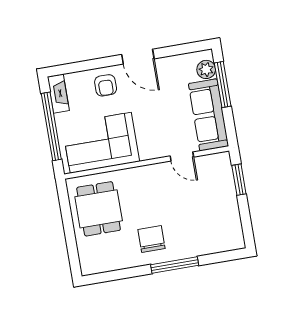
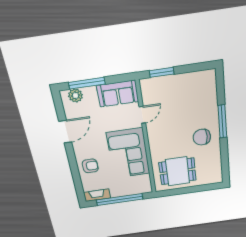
door: (138, 57) -> (65, 132), moved
sofa: (208, 115) -> (118, 94), width x0.73
corner sofa: (101, 143) -> (128, 153), moved

